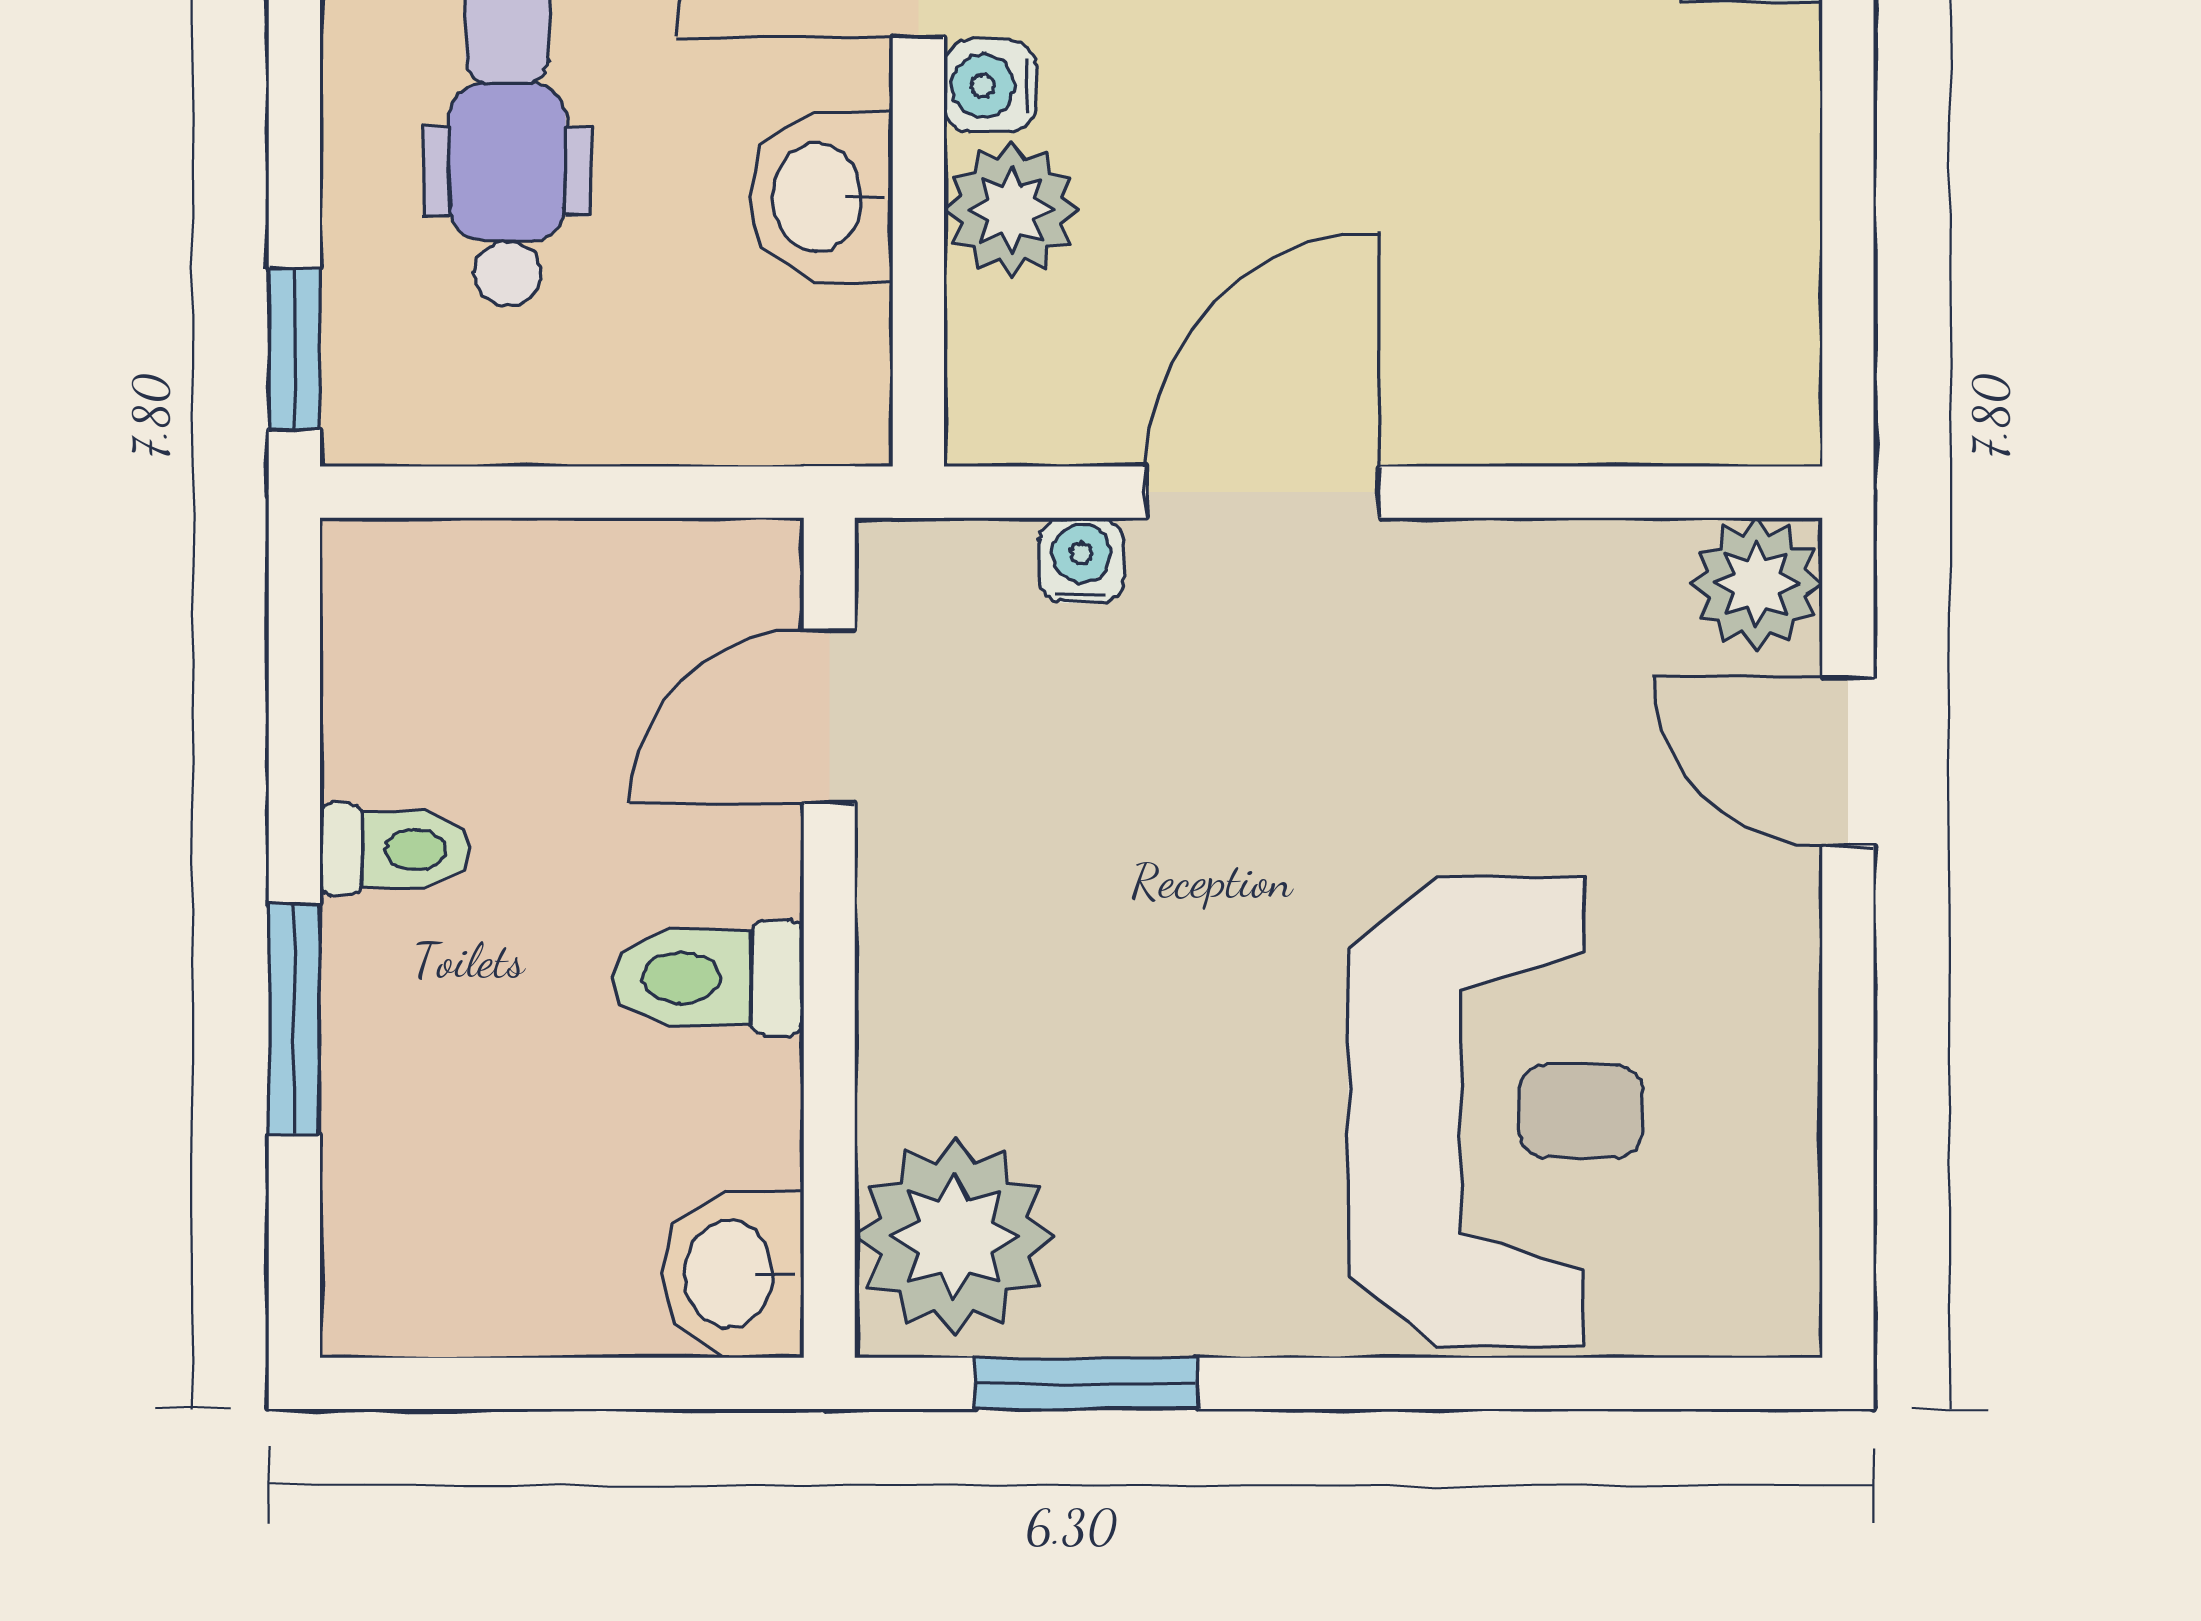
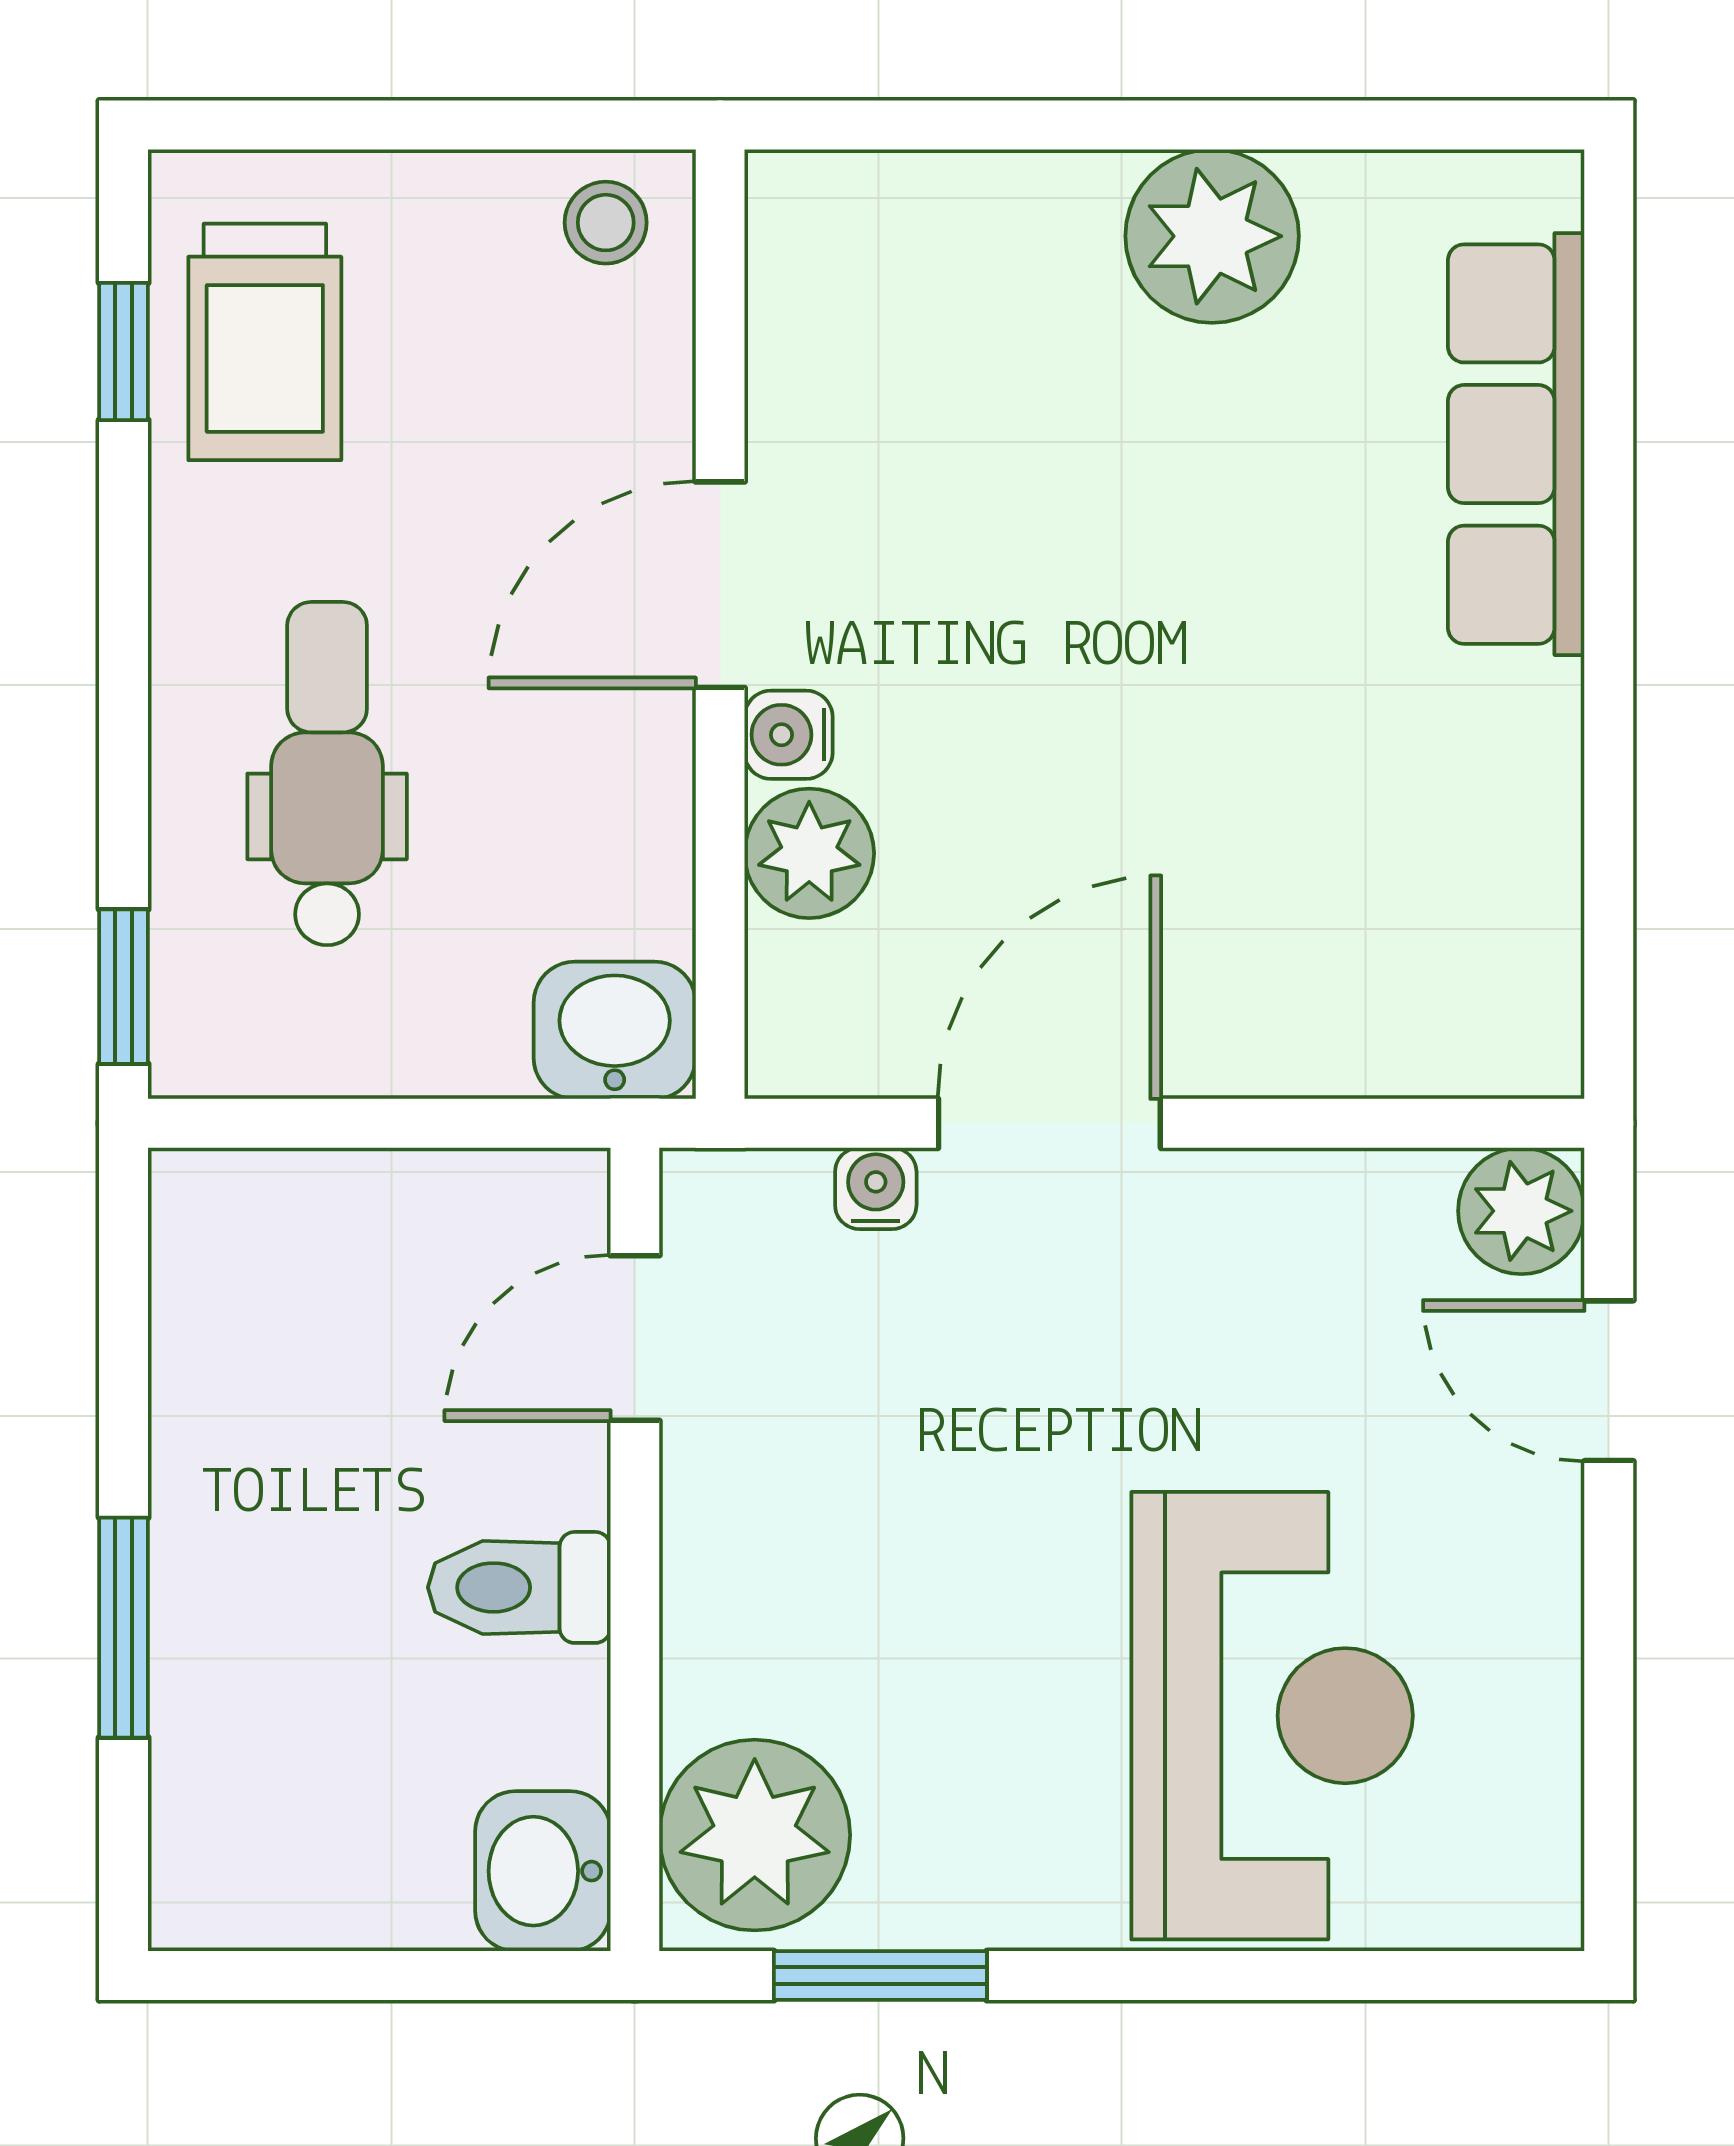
washbasin: (821, 197) -> (615, 1030), moved, turned 90
toilet: (395, 849) -> (220, 1465), removed

